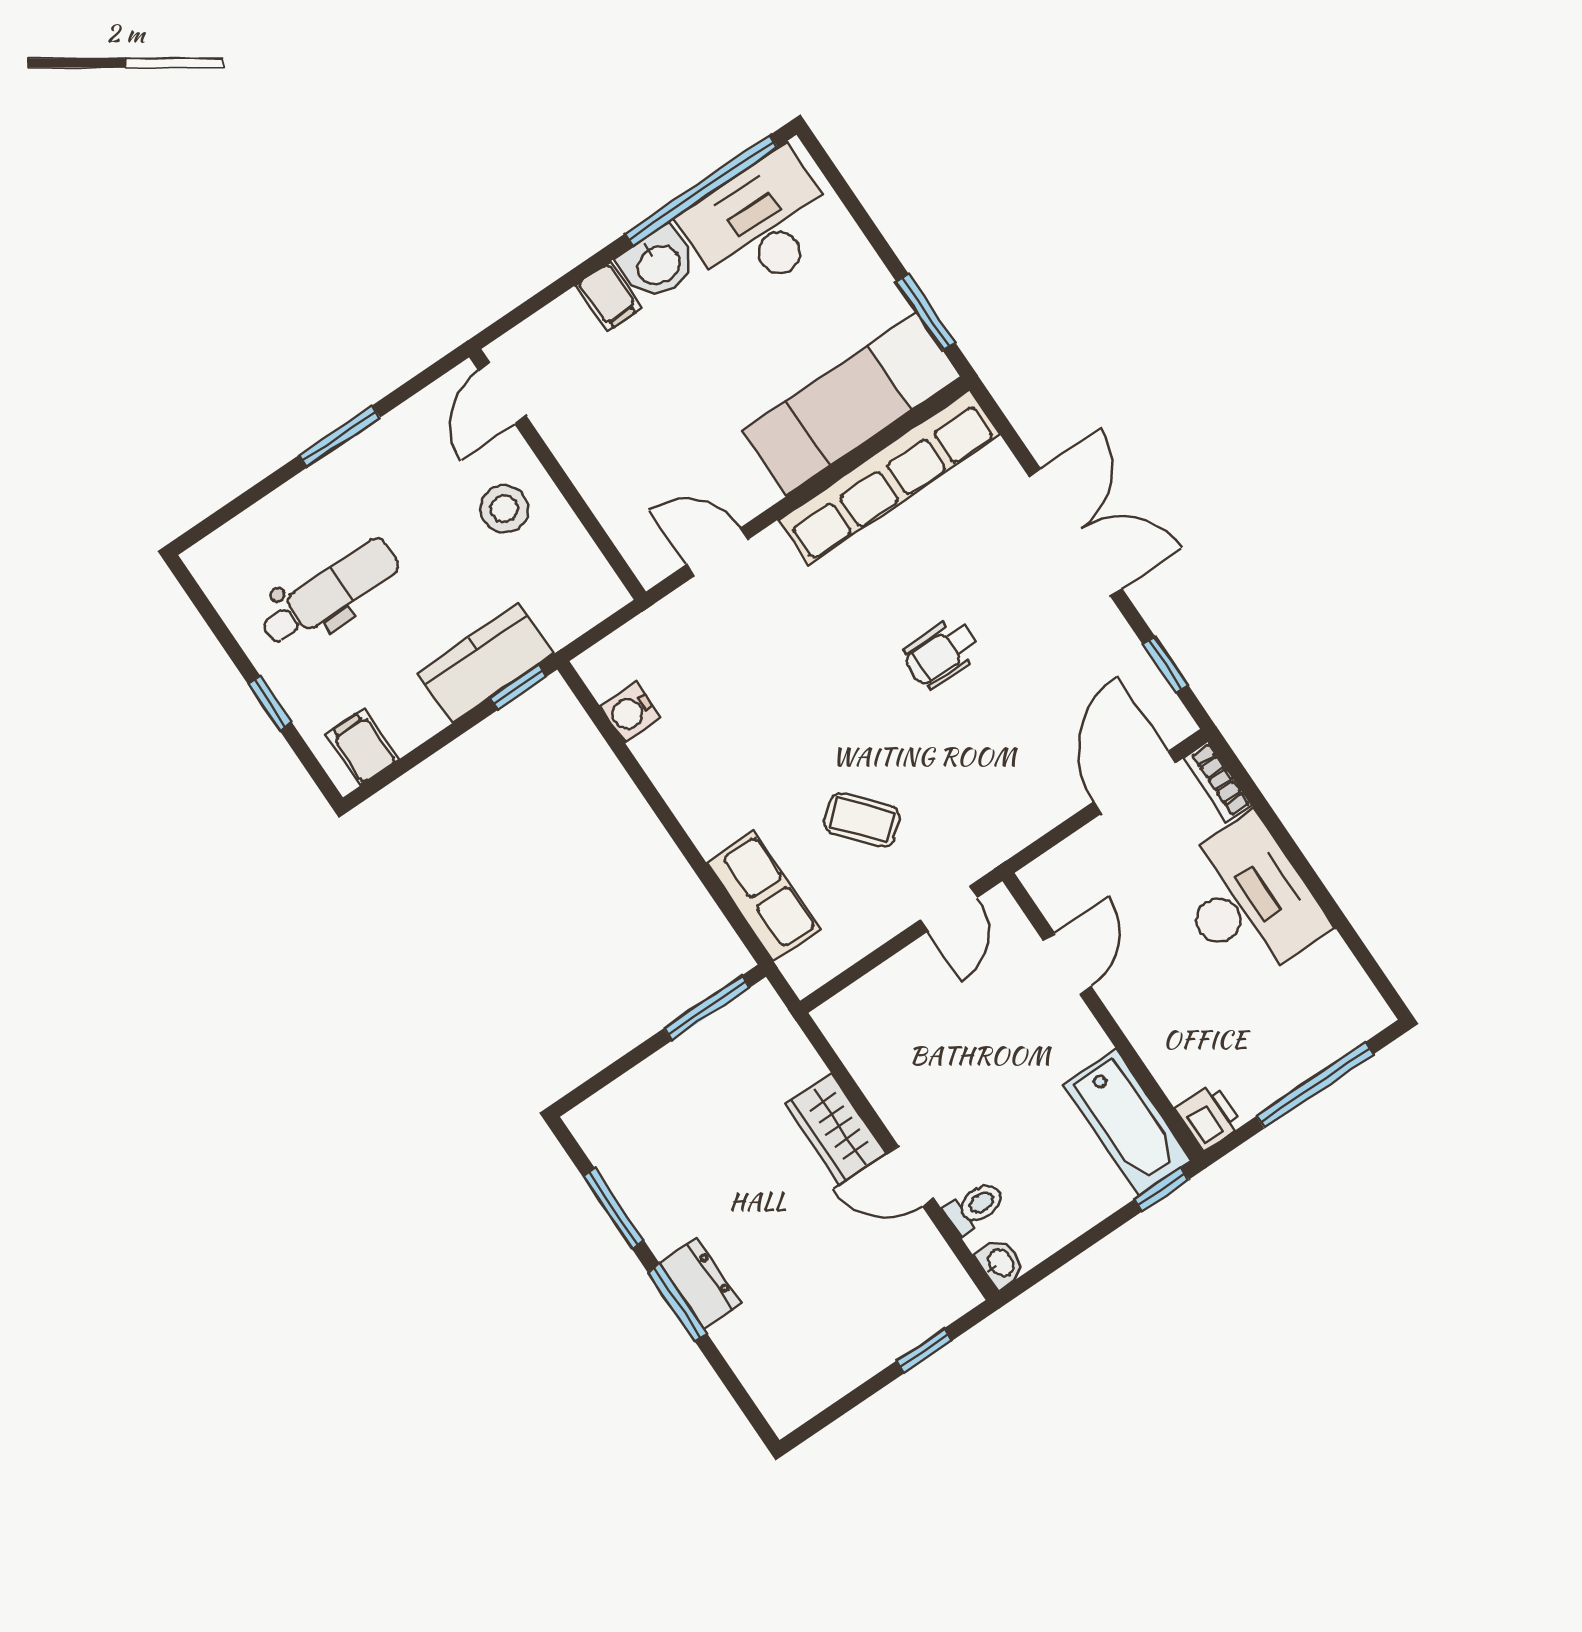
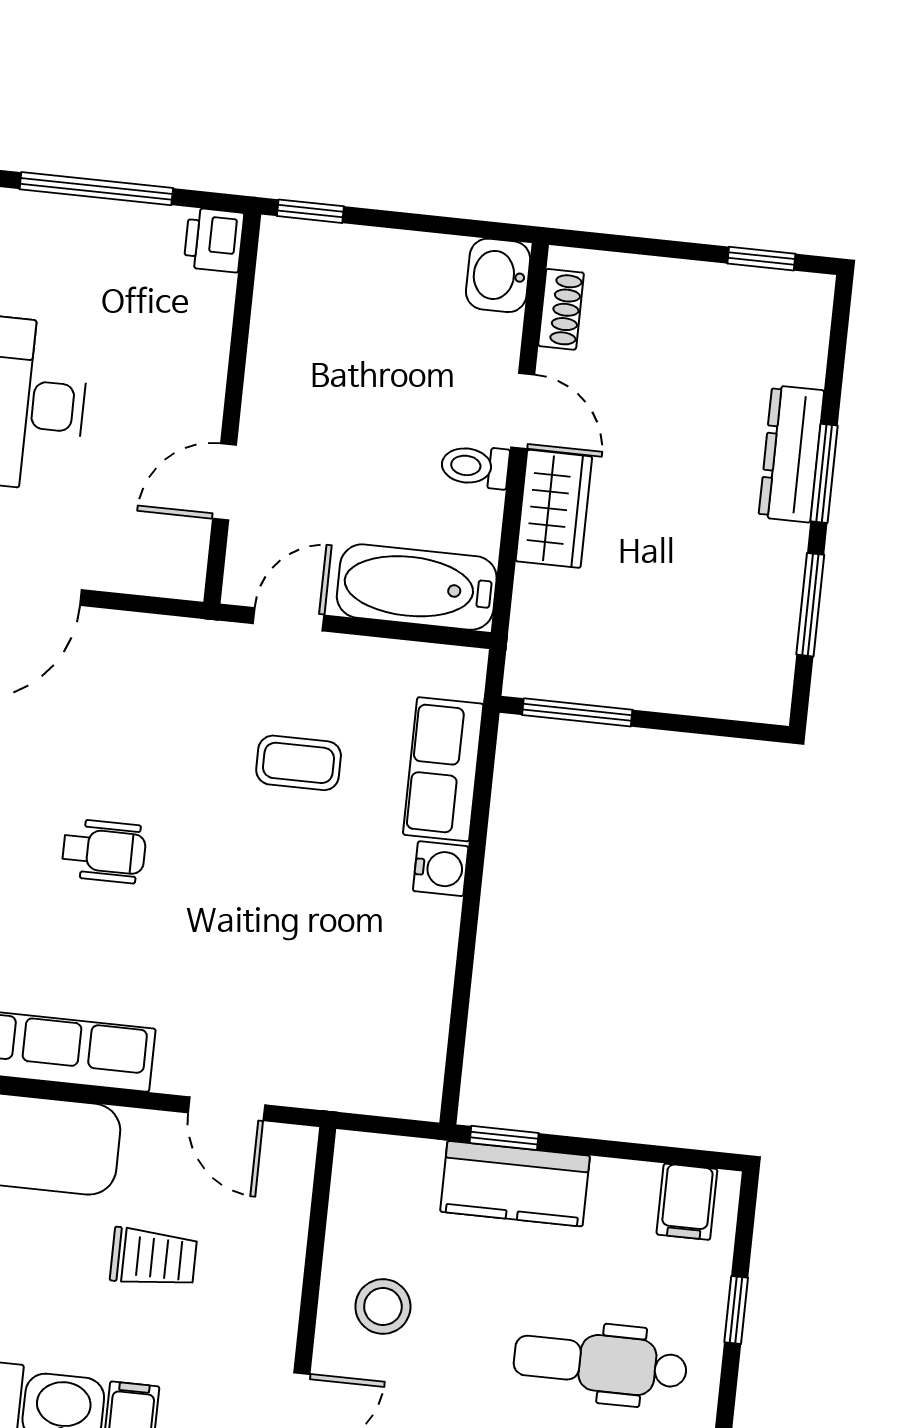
trolley: (682, 413) -> (153, 1258), added
water cooler: (630, 712) -> (441, 869), moved
coffee table: (862, 820) -> (299, 763), turned -49
bathtub: (1127, 1122) -> (417, 587), moved, turned -90
toilet: (975, 1207) -> (475, 466), moved
washbasin: (1000, 1263) -> (498, 275), width x1.38, depth x1.45
shoe rack: (942, 1264) -> (561, 309), added
dresser: (700, 1283) -> (791, 454), width x1.44
window: (924, 1351) -> (761, 259), moved

